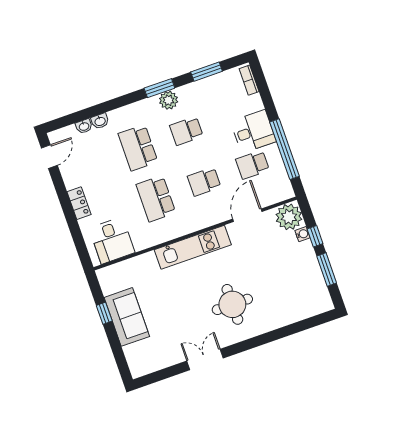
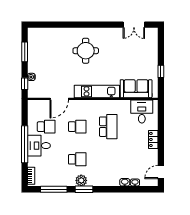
window: (207, 72) -> (54, 189), width x1.44
school desk: (138, 148) -> (108, 159), removed
window: (285, 149) -> (25, 144), moved
plant: (289, 217) -> (36, 89), removed
window: (315, 236) -> (25, 84), moved
sofa: (127, 317) -> (136, 89), moved, turned 90
double door: (205, 360) -> (134, 25), moved

